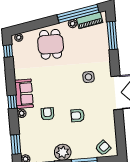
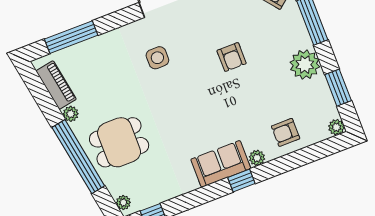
window: (78, 14) -> (78, 157), moved
armchair: (48, 114) -> (286, 132), moved
window: (16, 144) -> (315, 152), removed

